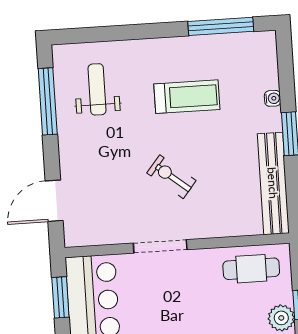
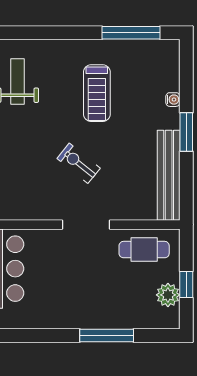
treadmill: (187, 97) -> (97, 93), turned 90
doorway: (160, 246) -> (86, 225), moved

